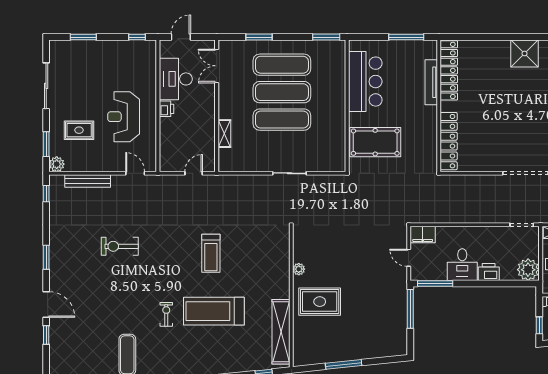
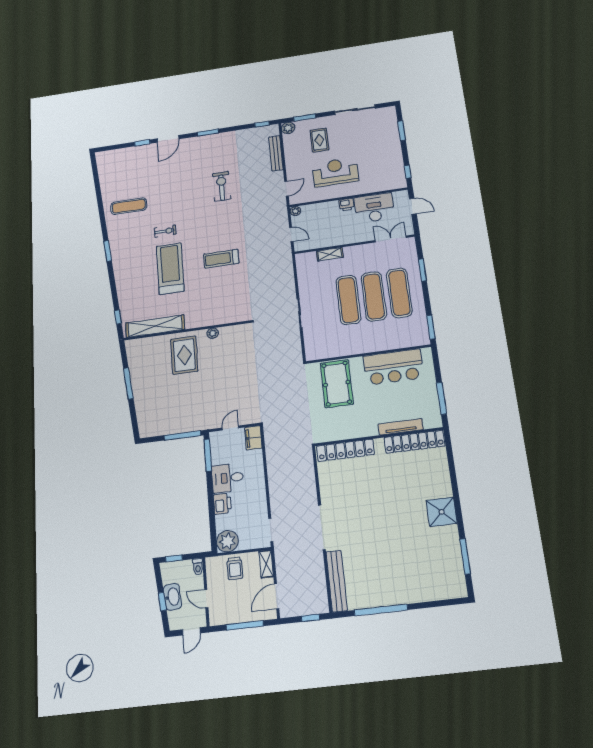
plant: (165, 166) -> (295, 211), added

